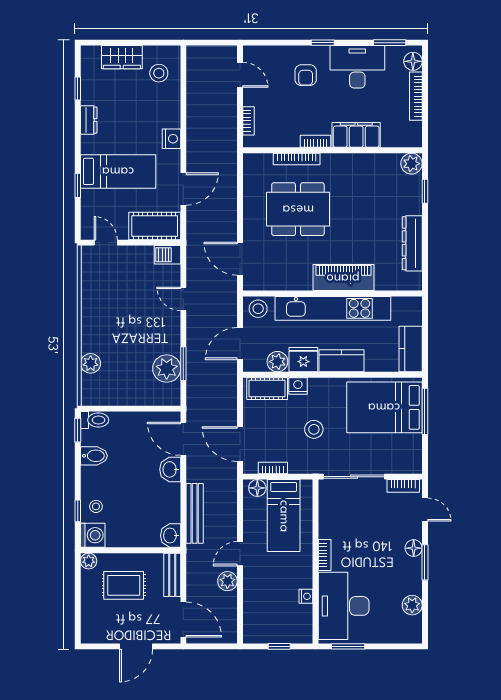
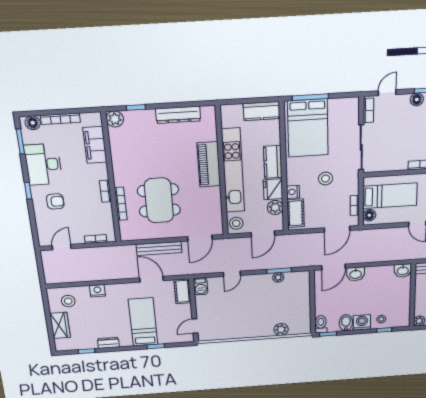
filing cabinet: (356, 135) -> (95, 145), moved
nightstand: (172, 139) -> (97, 291), moved
cot: (155, 226) -> (182, 291), width x0.73, depth x0.75
door: (240, 344) -> (263, 234), hinge flipped
plant: (167, 369) -> (278, 277), width x0.53, depth x0.53
bench: (195, 513) -> (159, 248), moved
washing machine: (93, 535) -> (362, 322), moved

